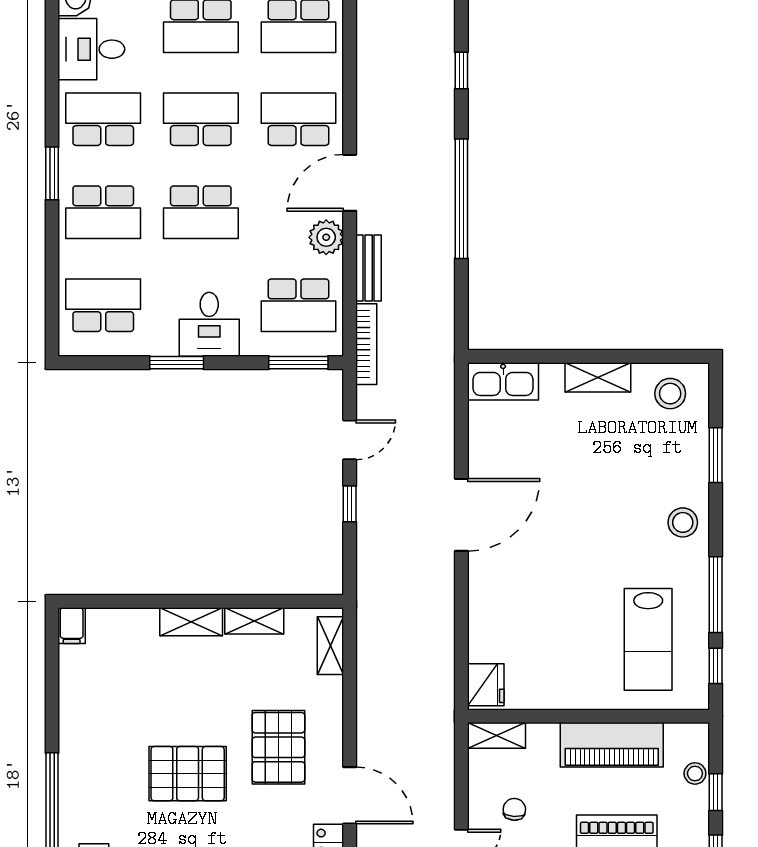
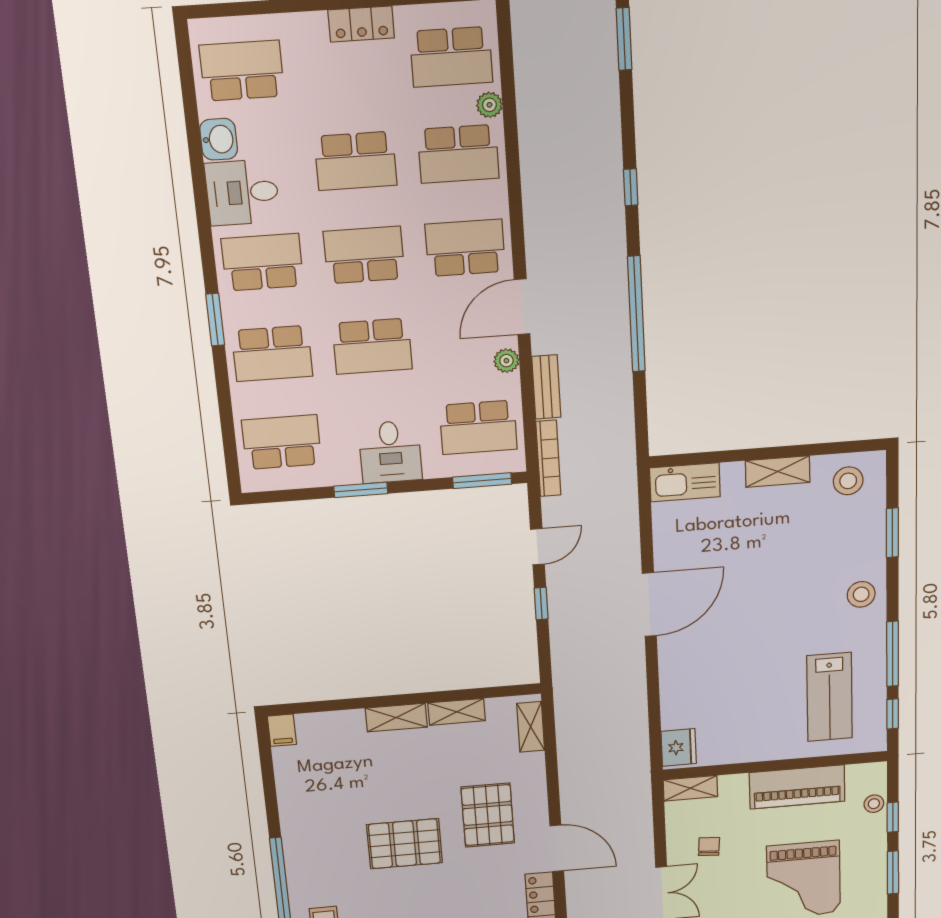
plant: (326, 237) -> (506, 361), width x0.73, depth x0.73

